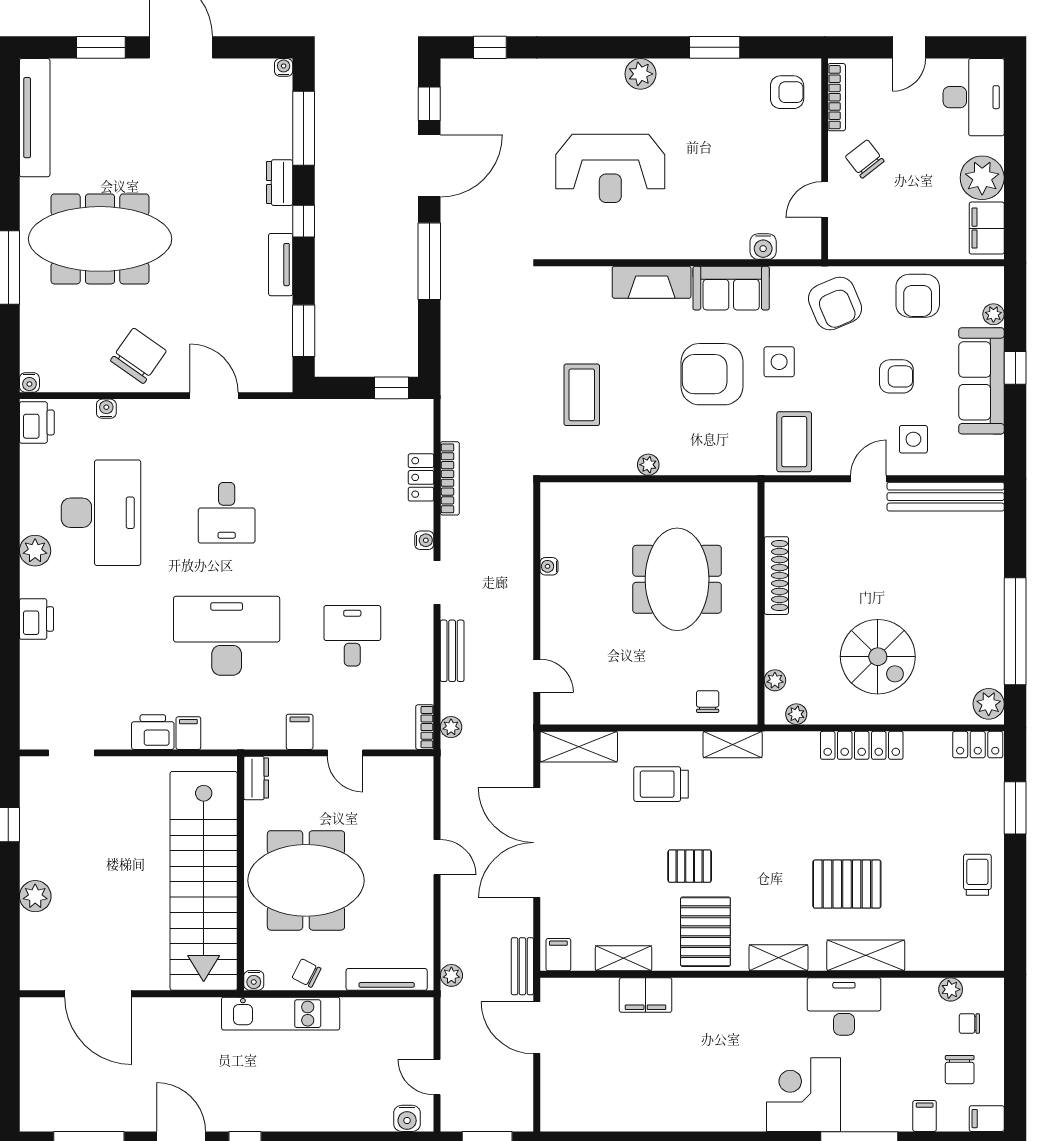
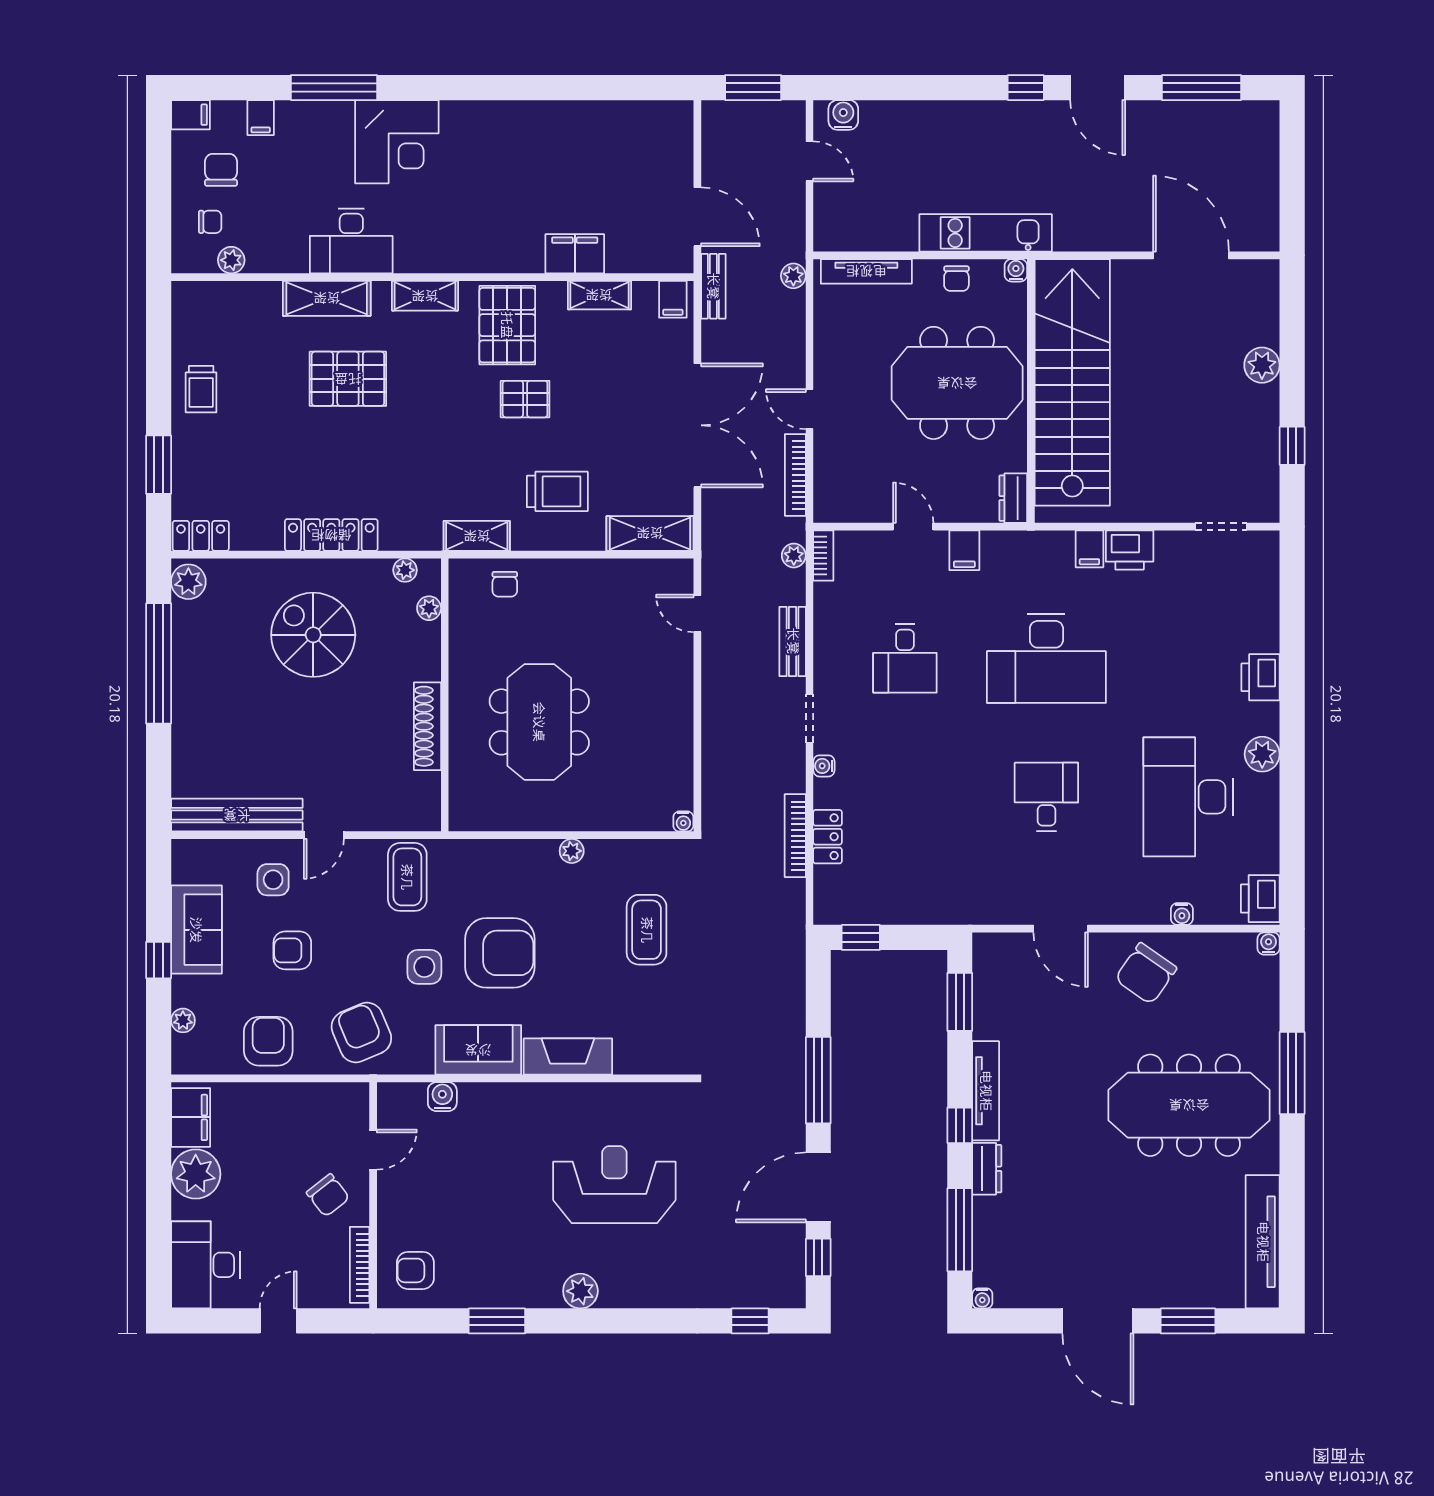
tv unit: (281, 265) -> (986, 1091), width x1.41
sofa: (981, 381) -> (196, 930), width x0.73
water cooler: (549, 566) -> (683, 821), moved, turned 90
bookcase: (450, 799) -> (795, 475), added
chair: (307, 973) -> (956, 279), turned 63

